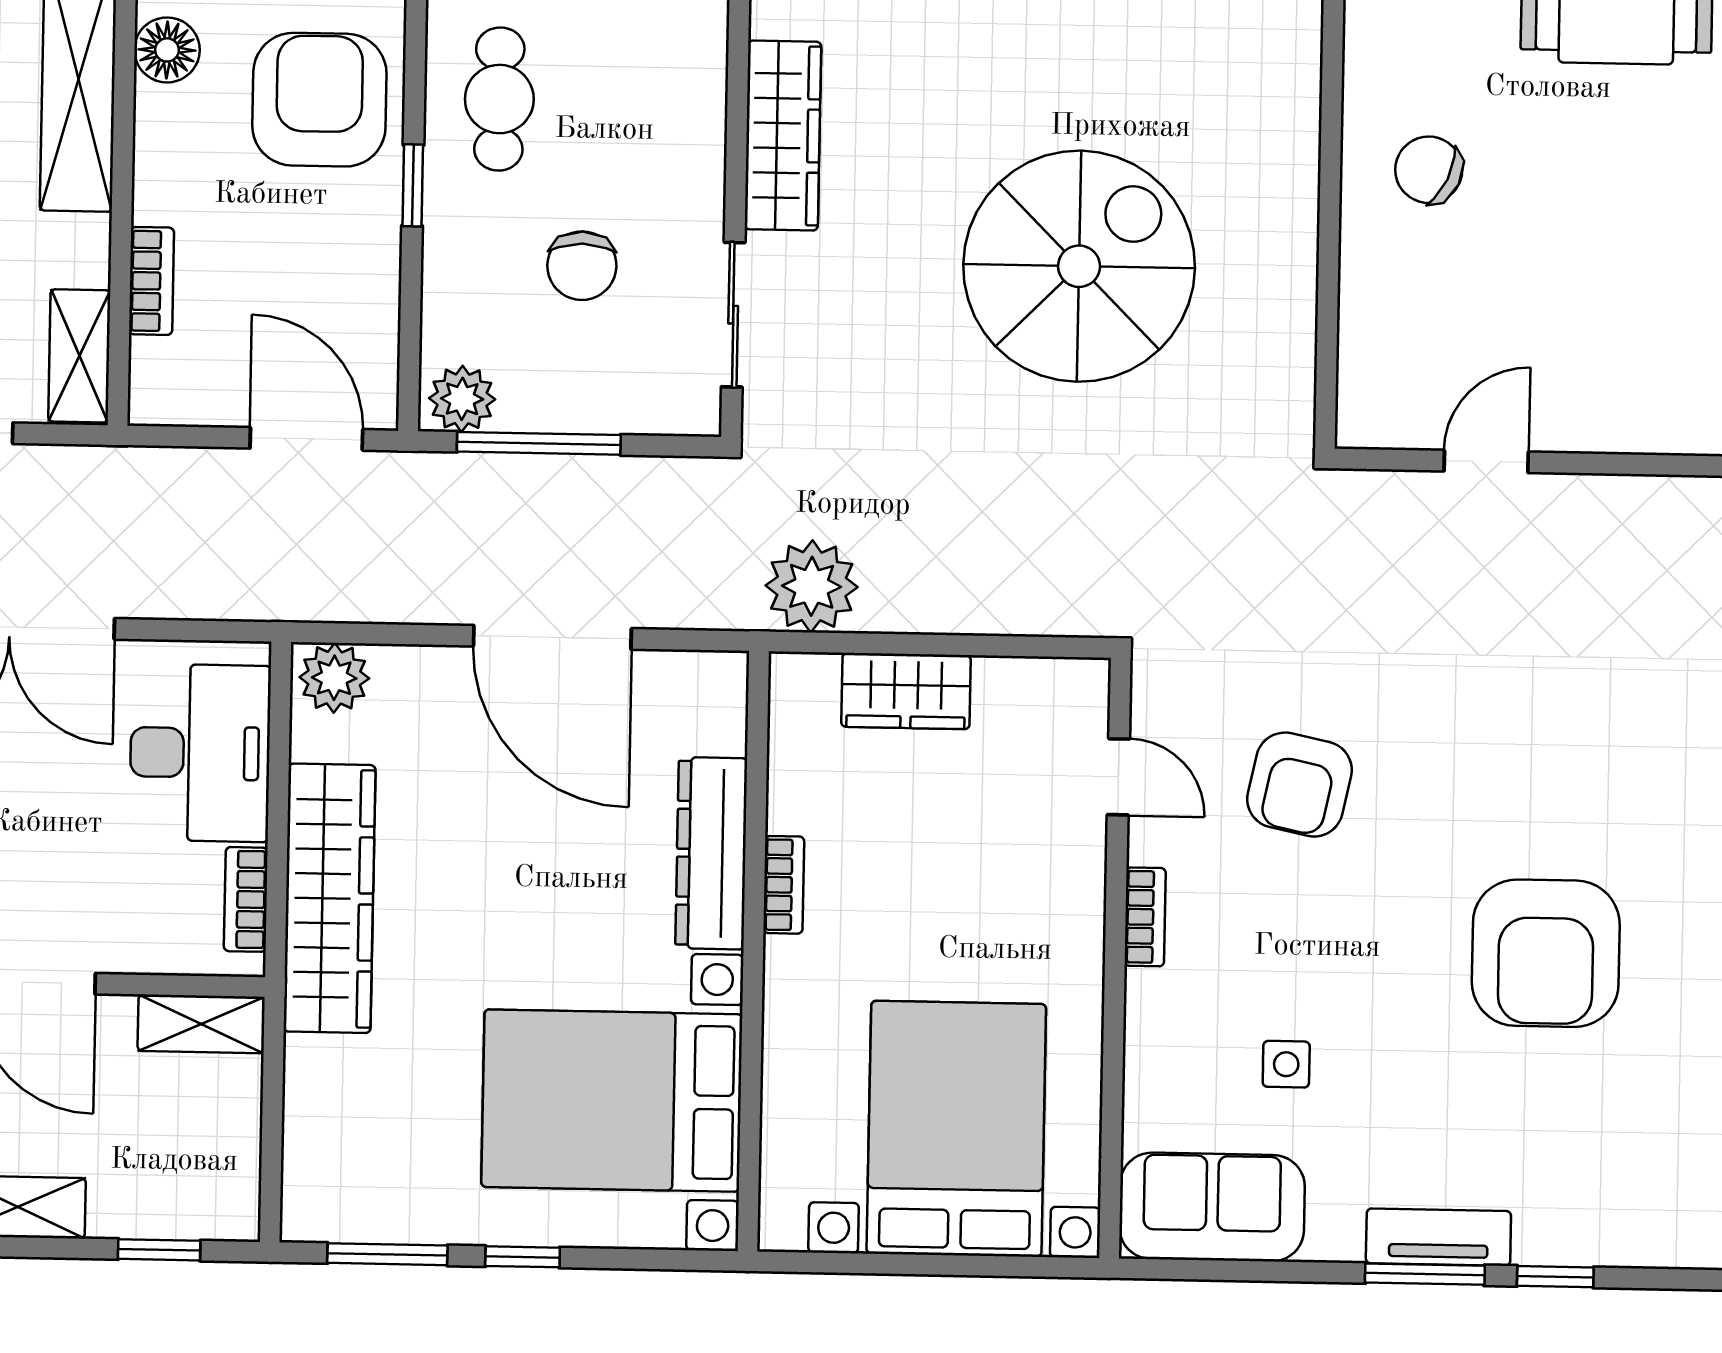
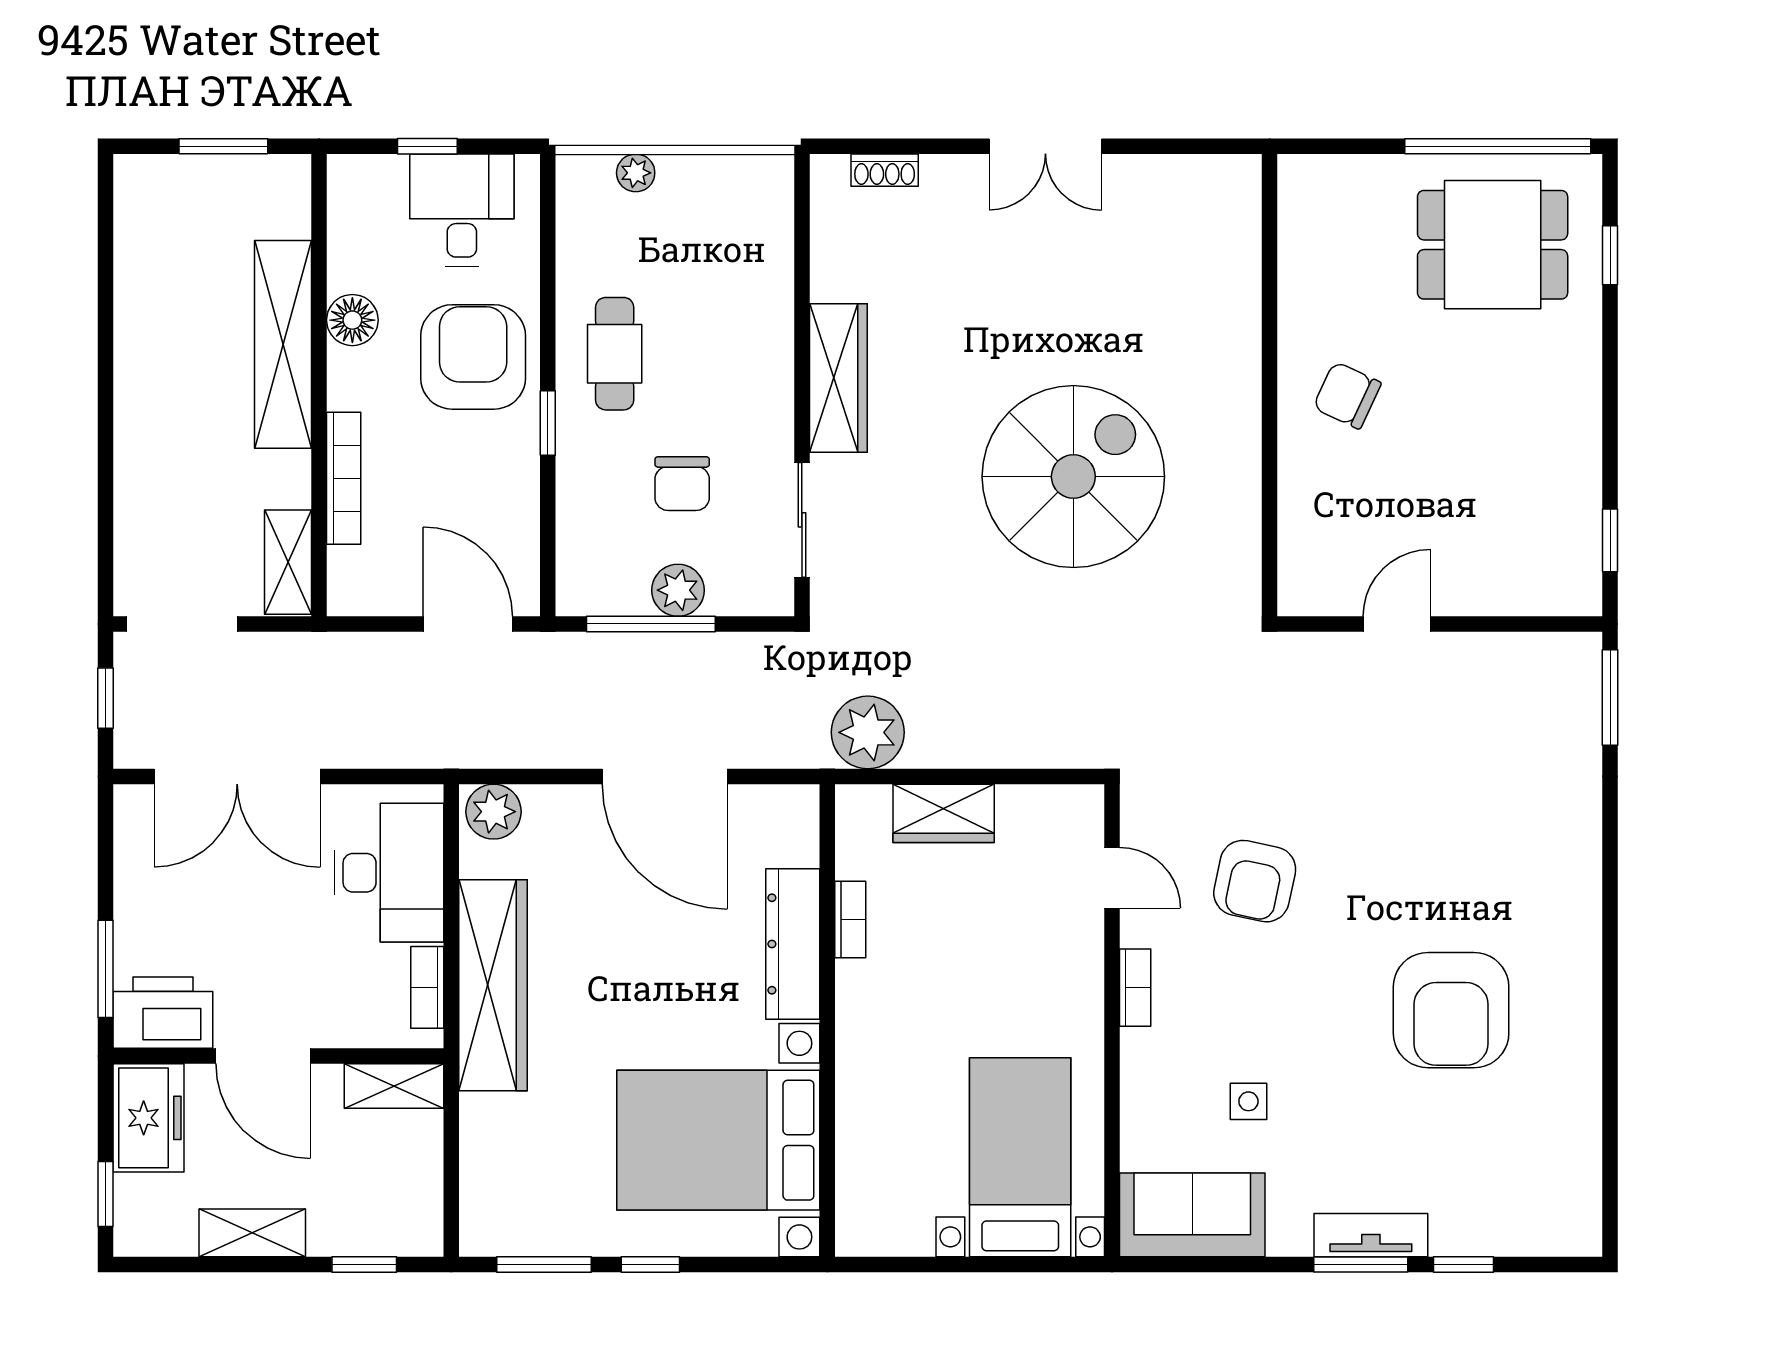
bookcase: (151, 281) -> (344, 478), width x1.56
plant: (462, 399) -> (678, 590), moved
bookcase: (784, 885) -> (850, 920), moved
bed with nightstands: (956, 1129) -> (1020, 1157), width x0.73

